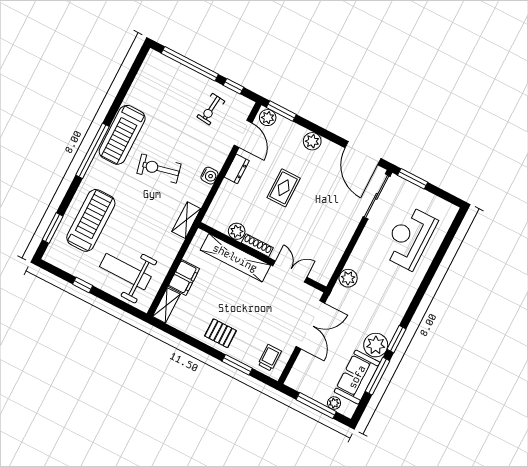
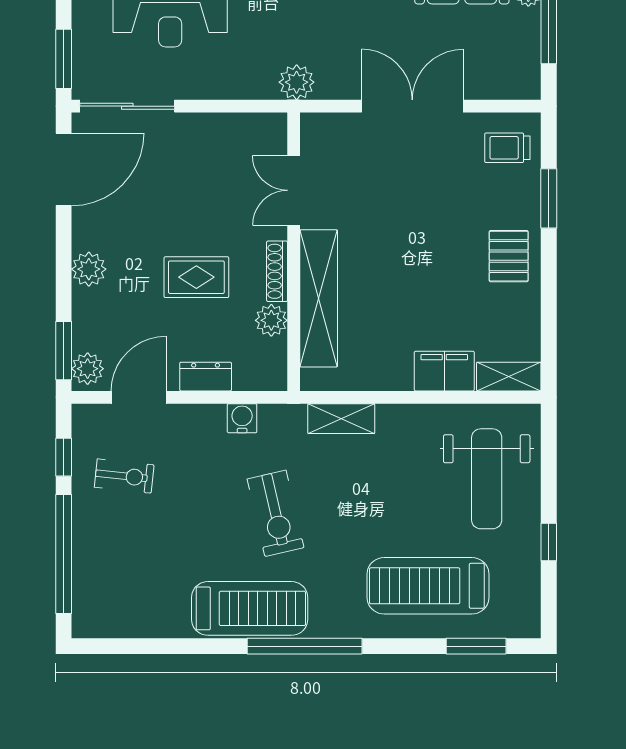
plant: (237, 231) -> (271, 320), moved
shoe rack: (257, 245) -> (277, 271), moved
wall: (262, 257) -> (294, 252), moved
shelving: (235, 258) -> (319, 298), moved
double door: (290, 271) -> (294, 190), moved

